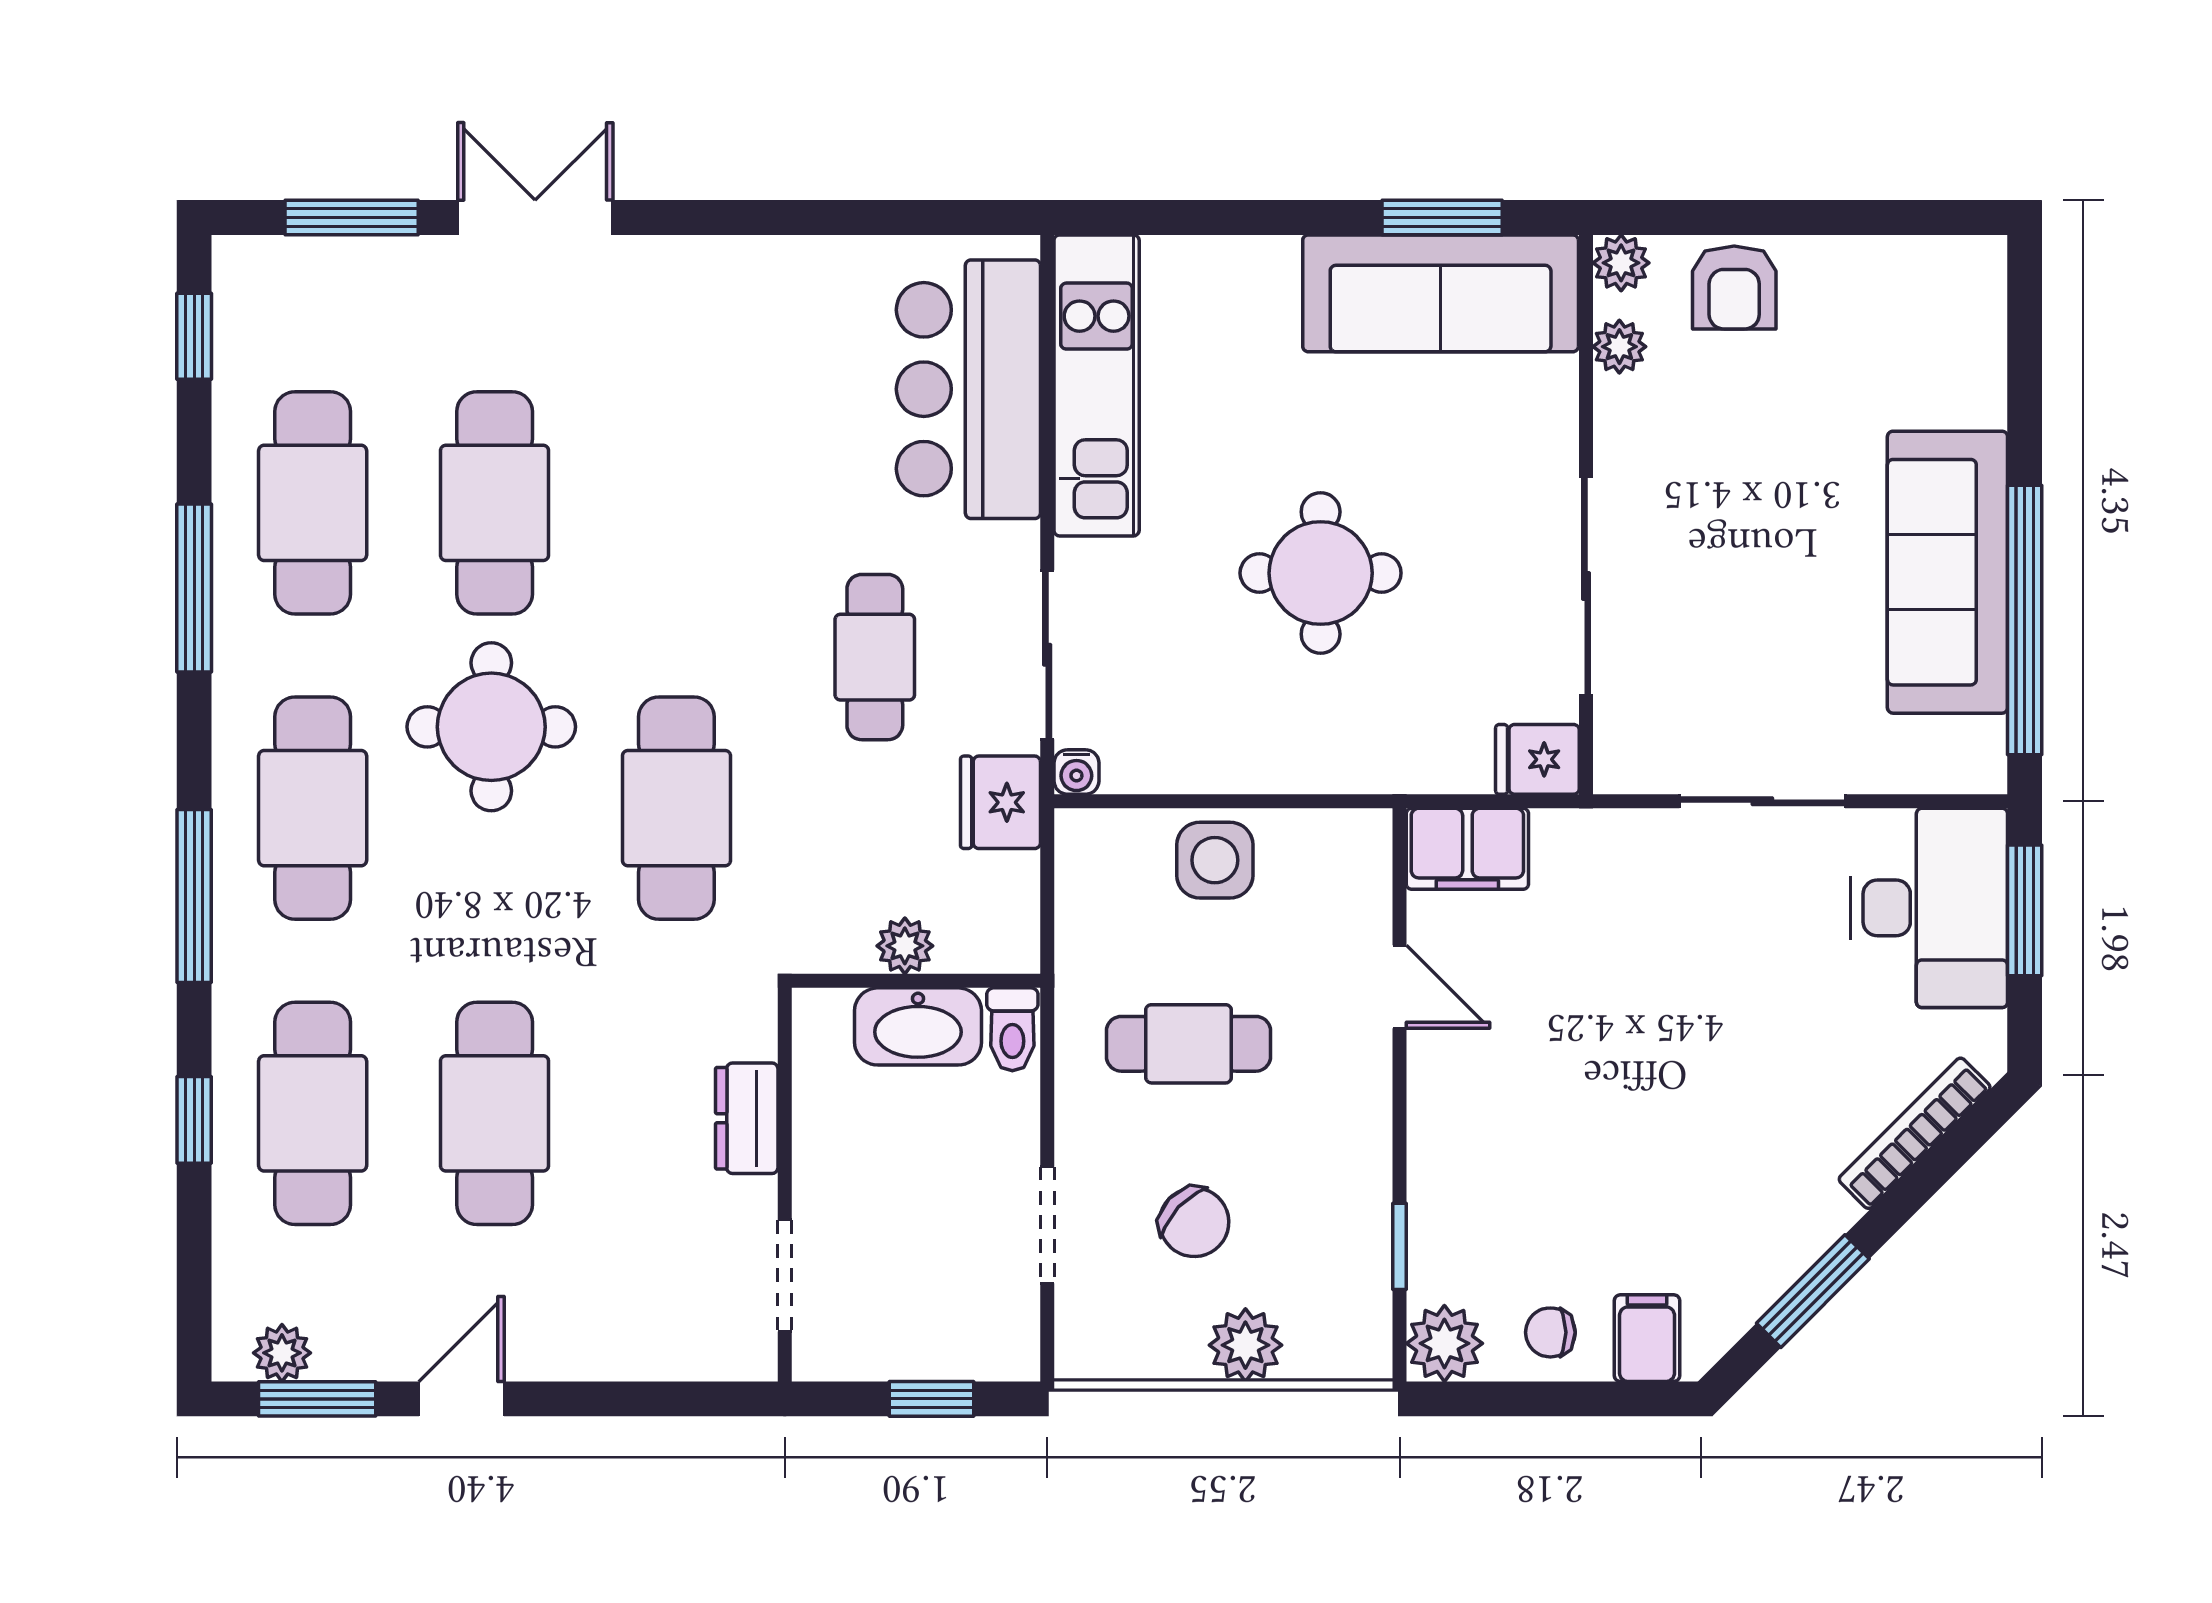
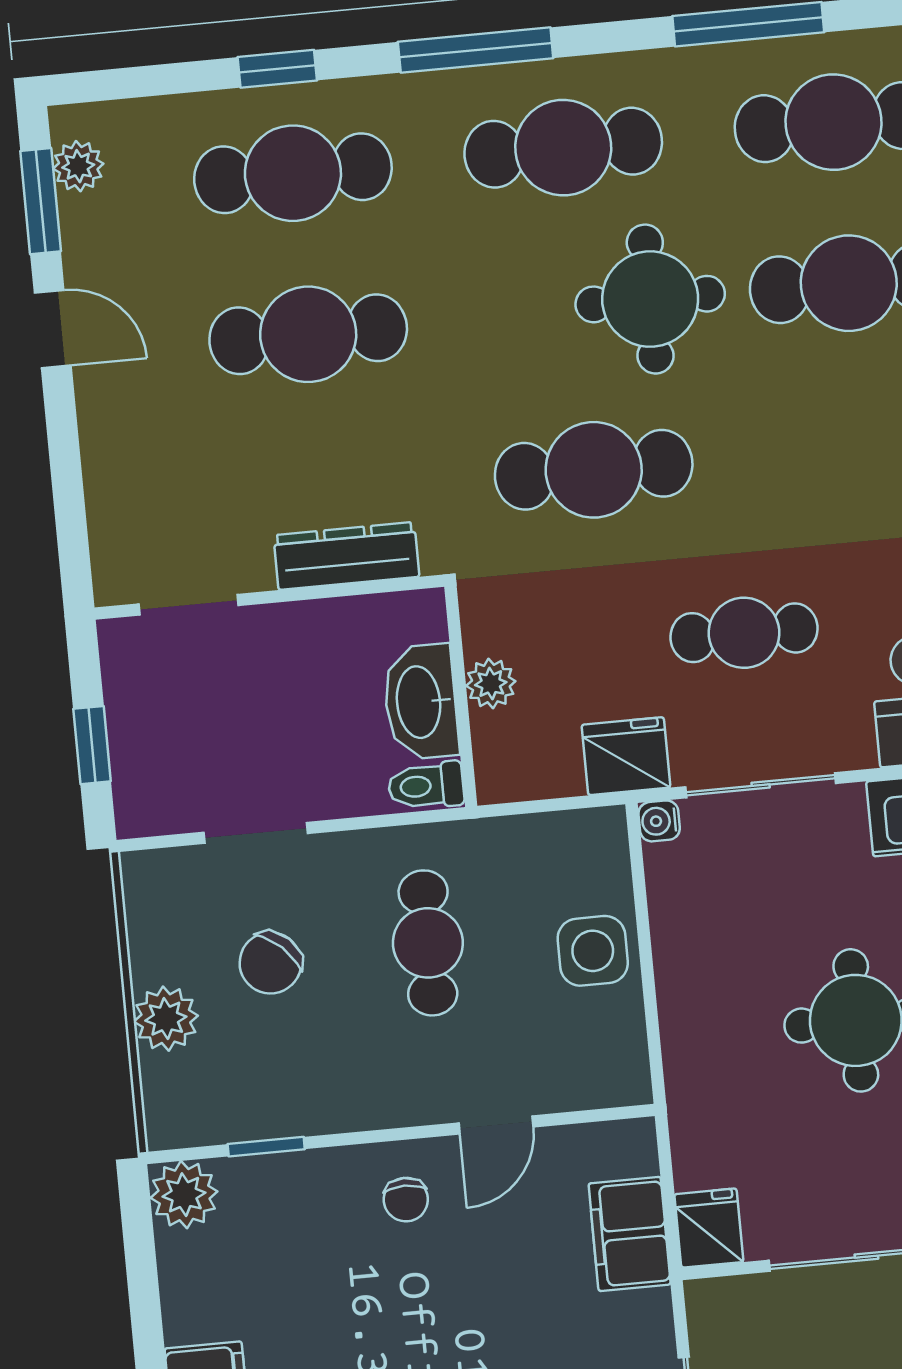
filing cabinet: (1467, 849) -> (630, 1234), moved
dresser: (747, 1118) -> (346, 556), width x1.44
chair: (1550, 1332) -> (406, 1200), moved, turned 180

